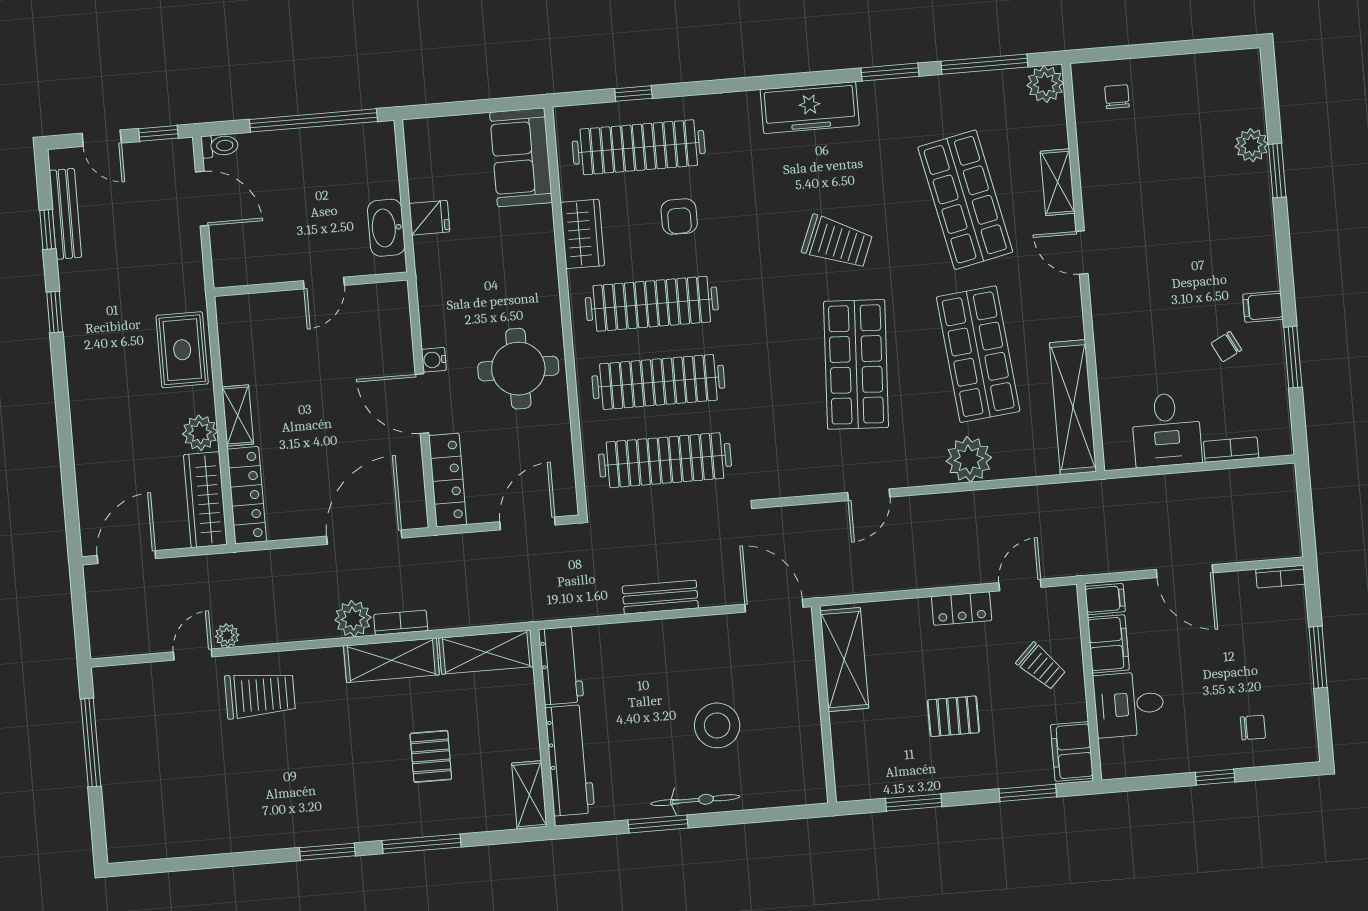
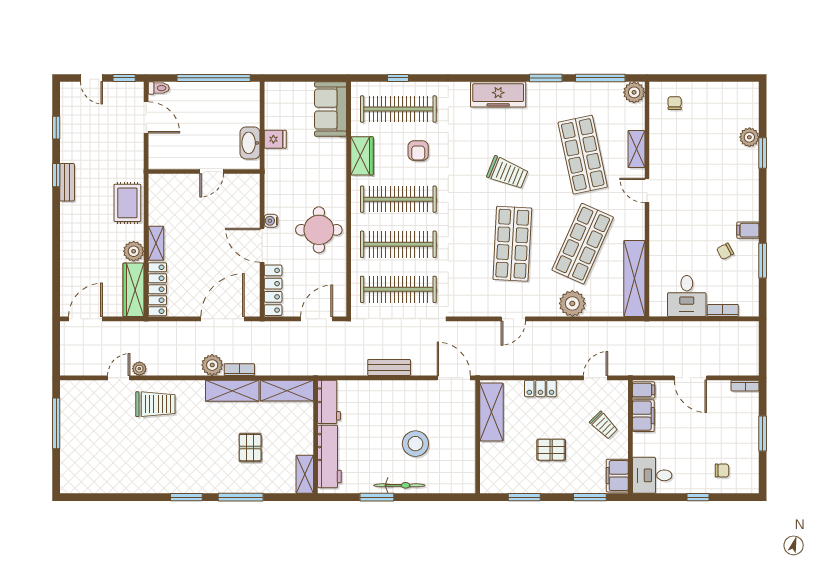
bench: (65, 214) -> (67, 182), moved, width x0.73
shop shelf: (978, 354) -> (583, 244), turned 30
locker: (962, 608) -> (540, 388), moved
desk: (1129, 704) -> (652, 475), moved

